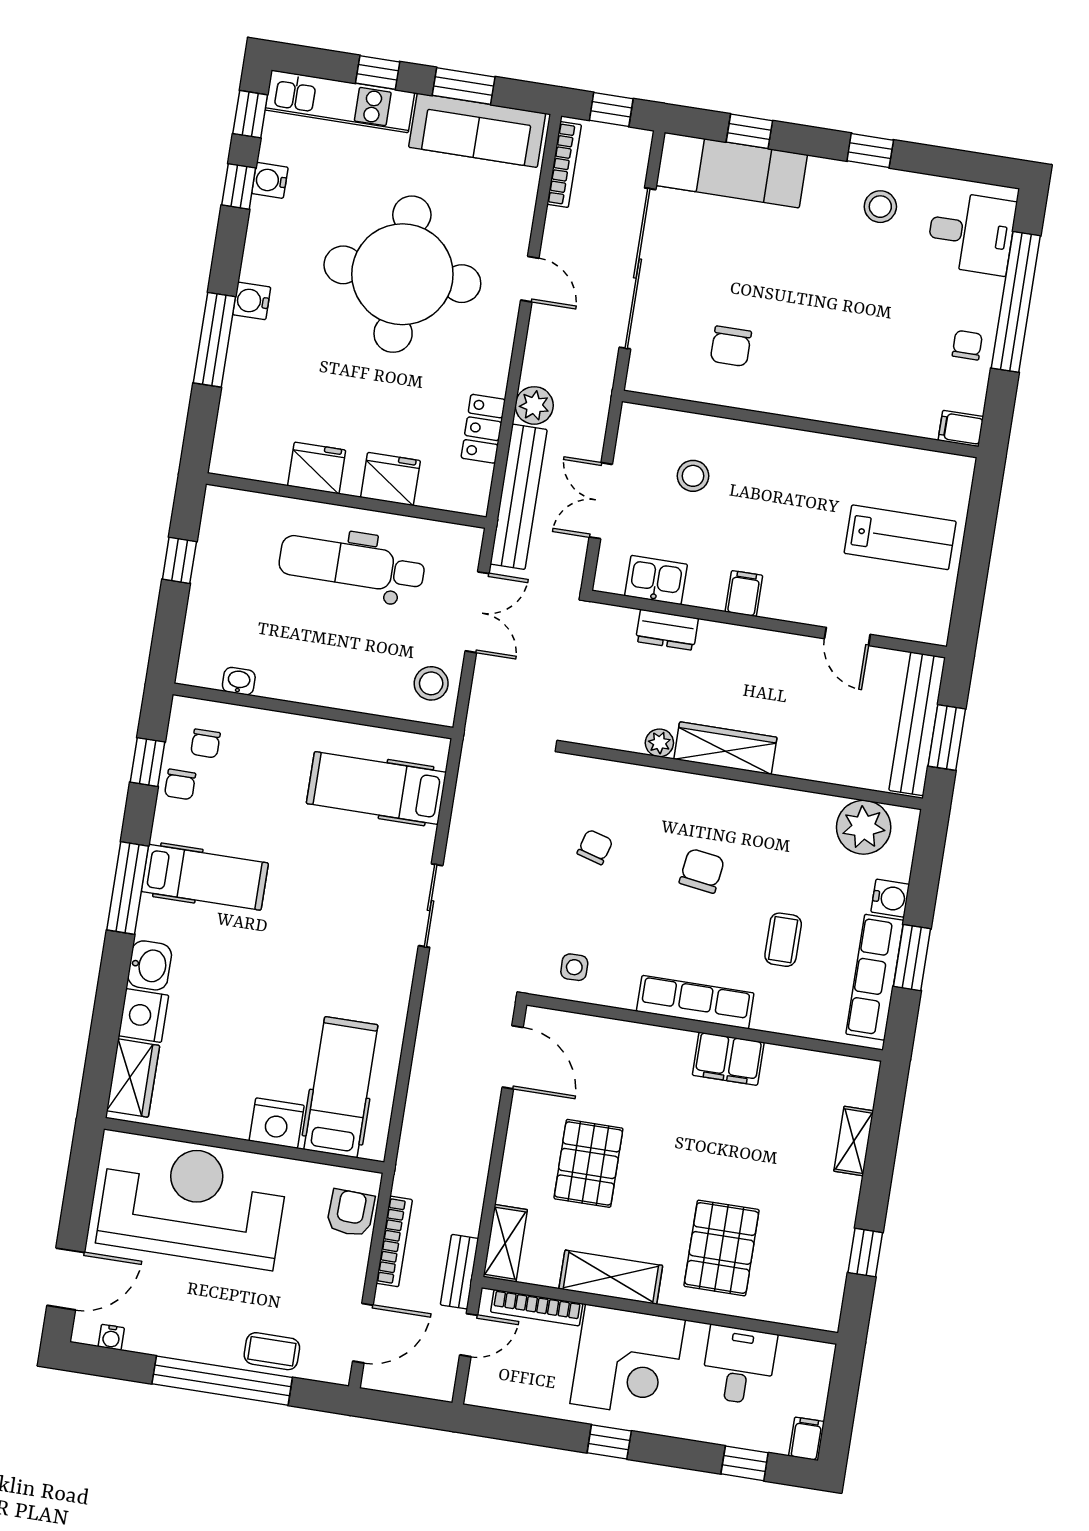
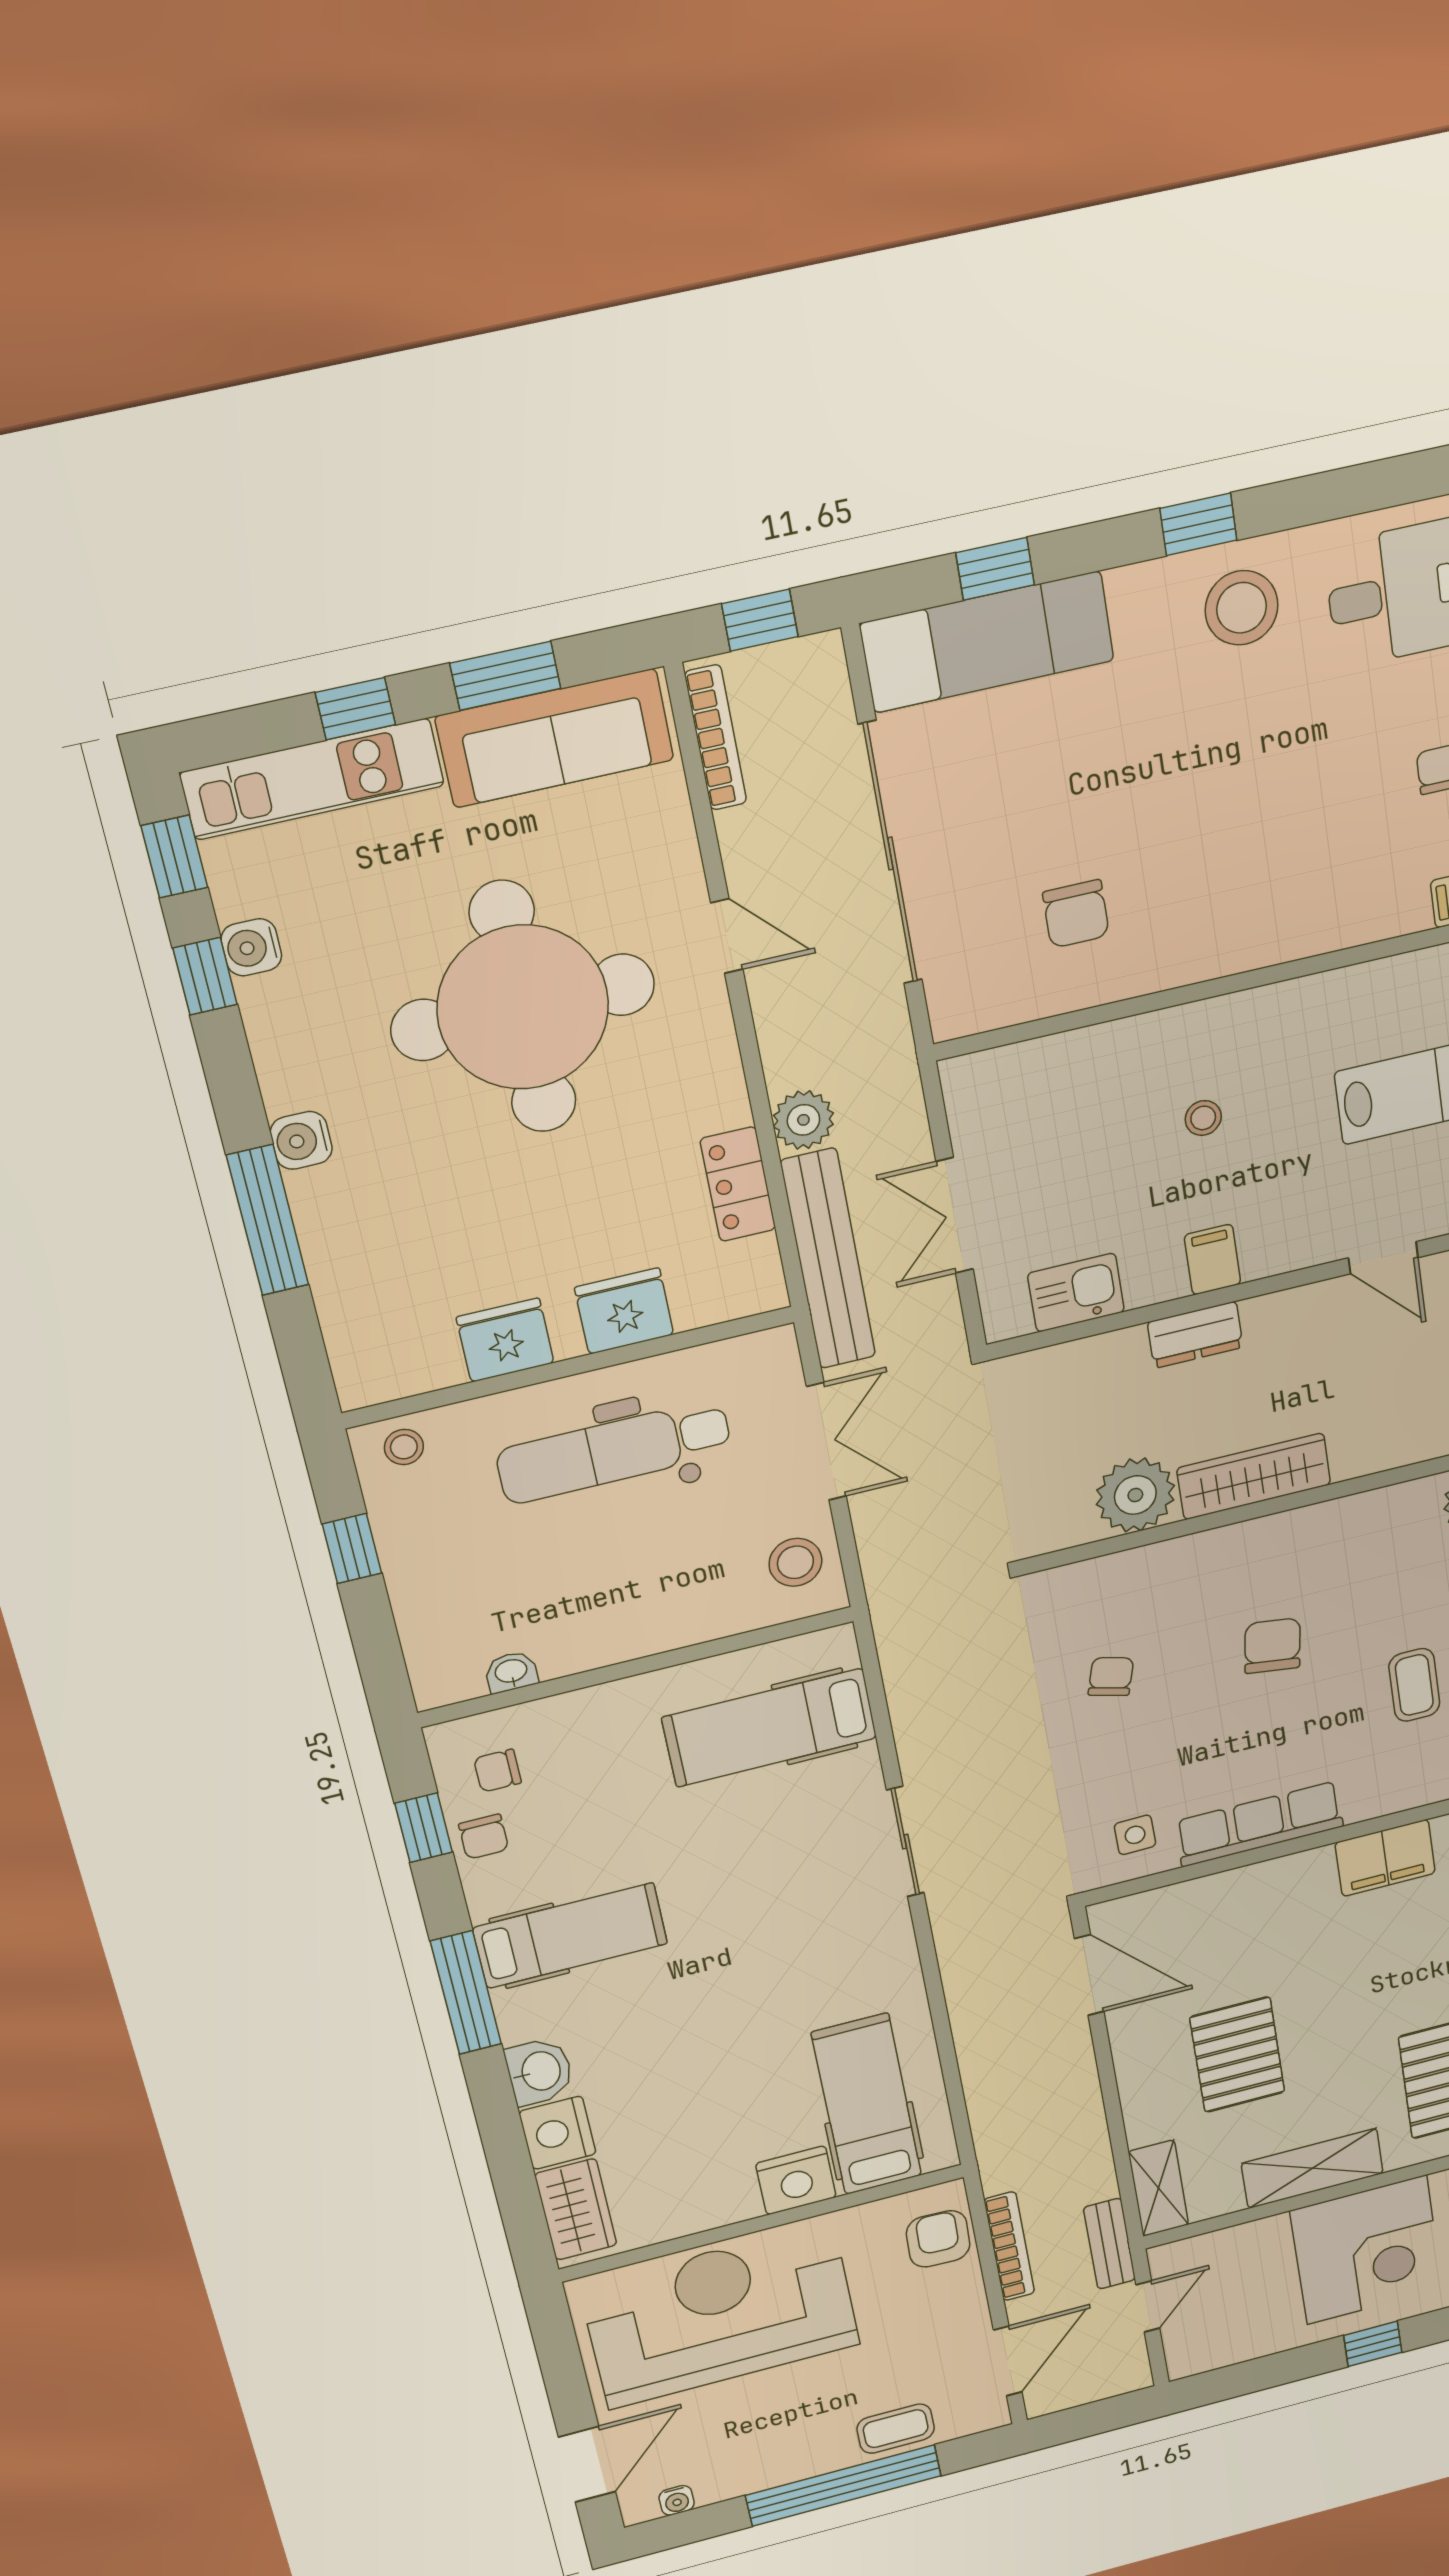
stool: (880, 207) -> (1242, 608), width x1.38, depth x1.38
stool: (693, 476) -> (1203, 1118), moved, width x0.73, depth x0.73
stool: (234, 509) -> (404, 1447), added
dresser: (667, 630) -> (1195, 1335), moved
chair: (205, 743) -> (498, 1771), turned 90
plant: (659, 743) -> (1135, 1495), width x1.88, depth x1.88
row of seats: (695, 1002) -> (1259, 1824), moved
bookcase: (537, 1308) -> (1226, 2241), removed

